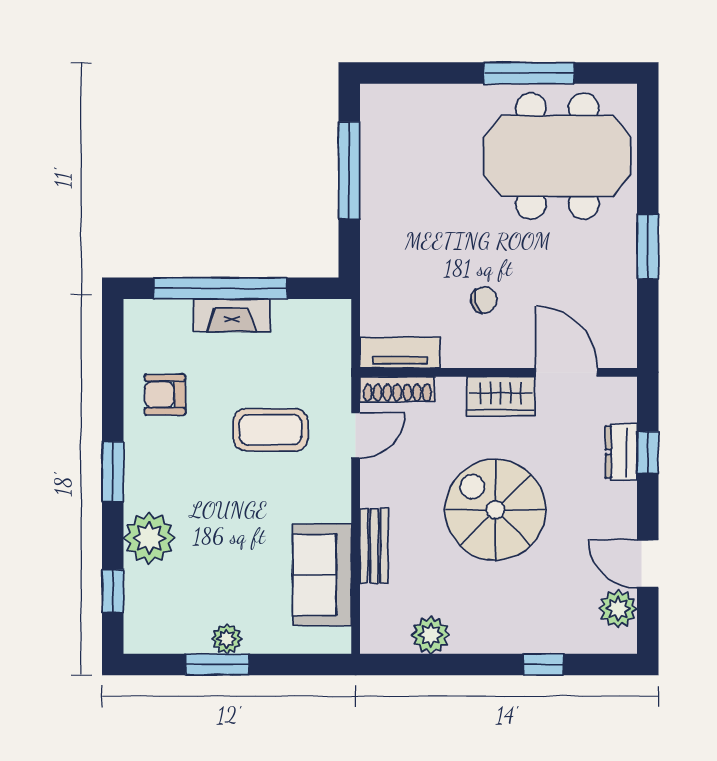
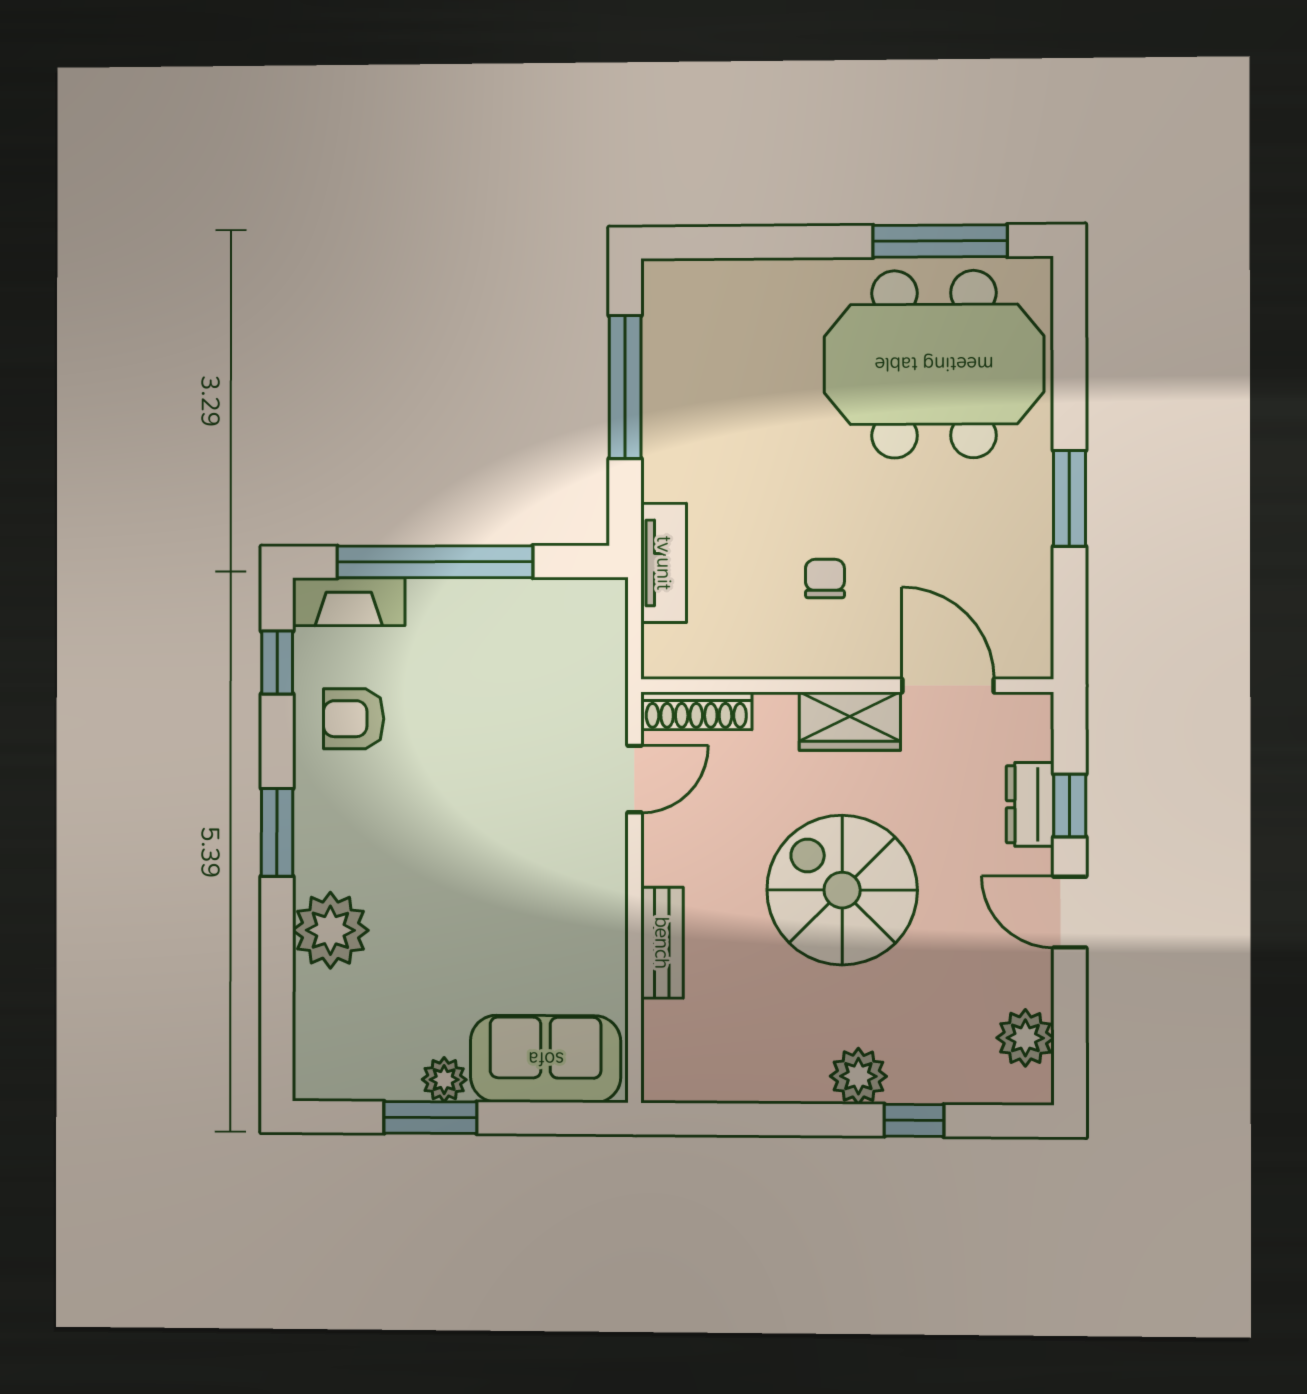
window: (529, 73) -> (940, 241), moved
chair: (484, 300) -> (825, 579), turned -74
fireplace: (232, 315) -> (349, 602), moved
tv unit: (400, 353) -> (664, 563), moved, turned 90
coffee table: (271, 430) -> (509, 771), removed
door: (648, 564) -> (1070, 912), moved
sofa: (322, 575) -> (546, 1059), moved, turned 90
window: (113, 591) -> (277, 663), moved
plant: (431, 635) -> (858, 1076), moved

